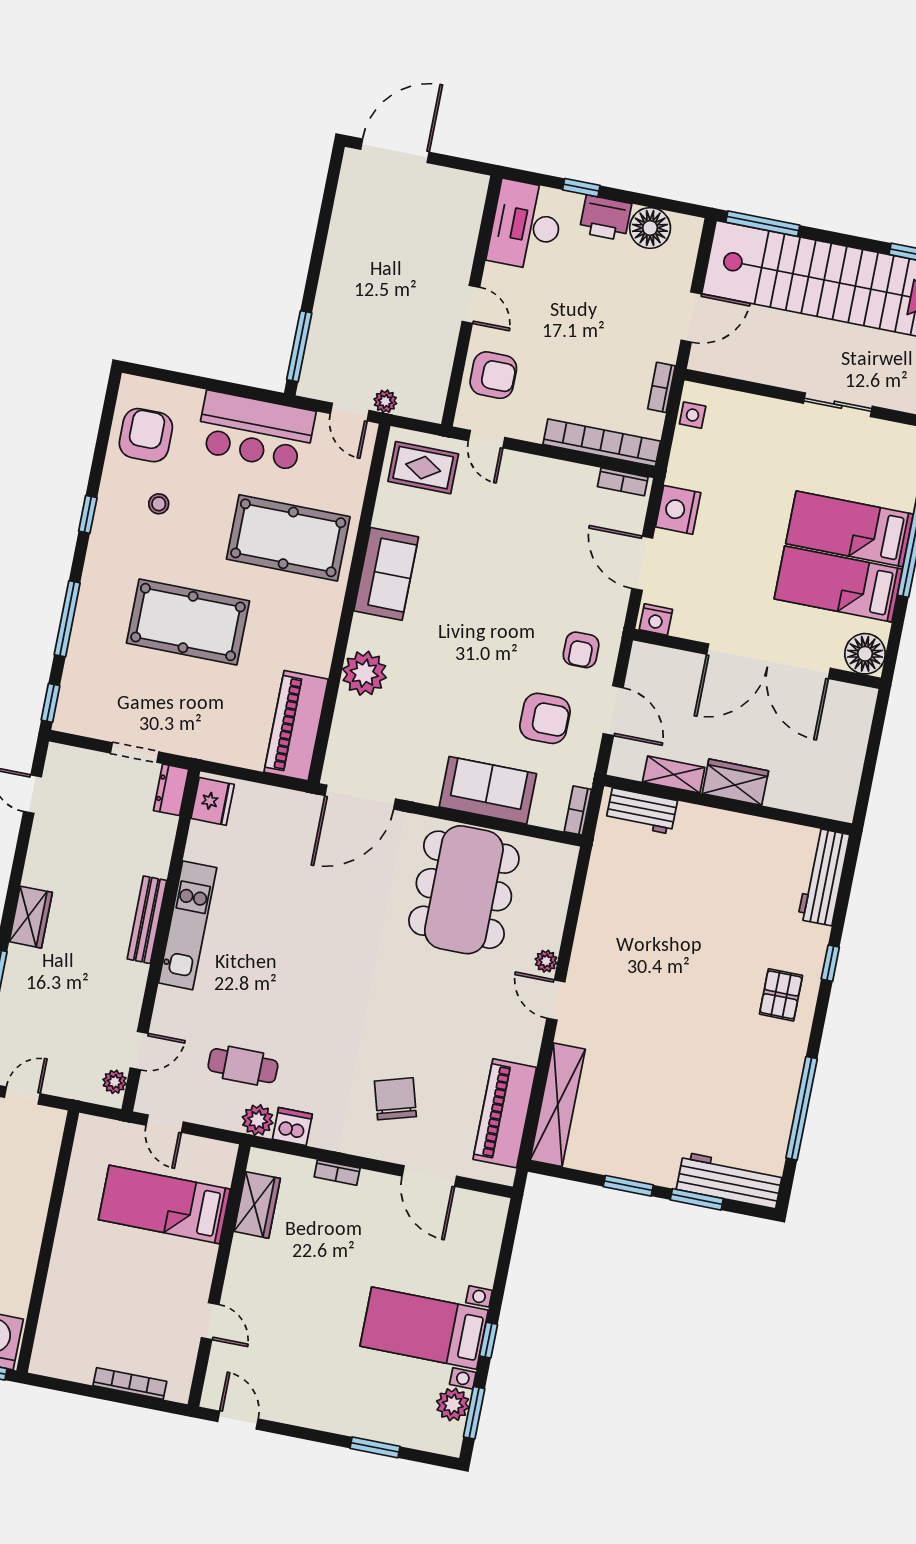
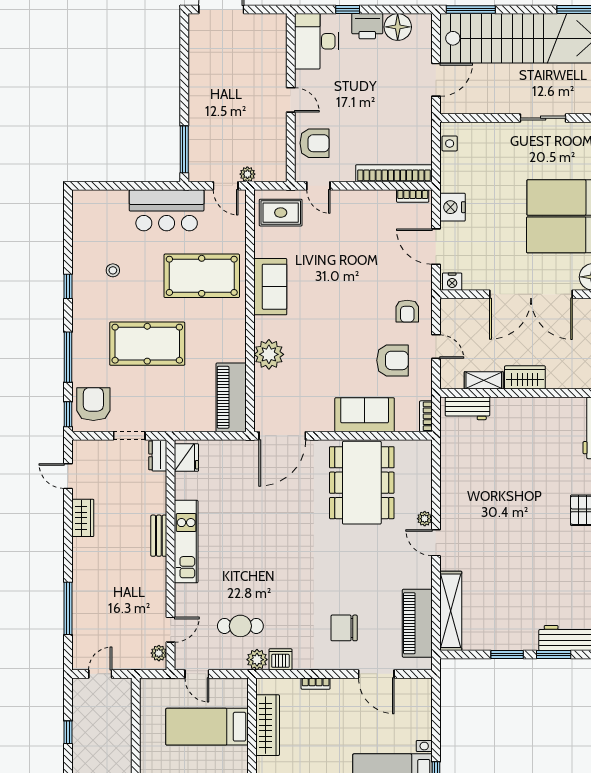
bookcase: (661, 387) -> (426, 129), removed
armchair: (146, 435) -> (93, 404), moved
door: (613, 711) -> (436, 347), width x0.73
wardrobe: (31, 917) -> (83, 518), moved
bench: (147, 920) -> (159, 536), width x0.73
chair: (395, 1099) -> (344, 628), turned -74
wardrobe: (257, 1205) -> (268, 725), width x1.50

